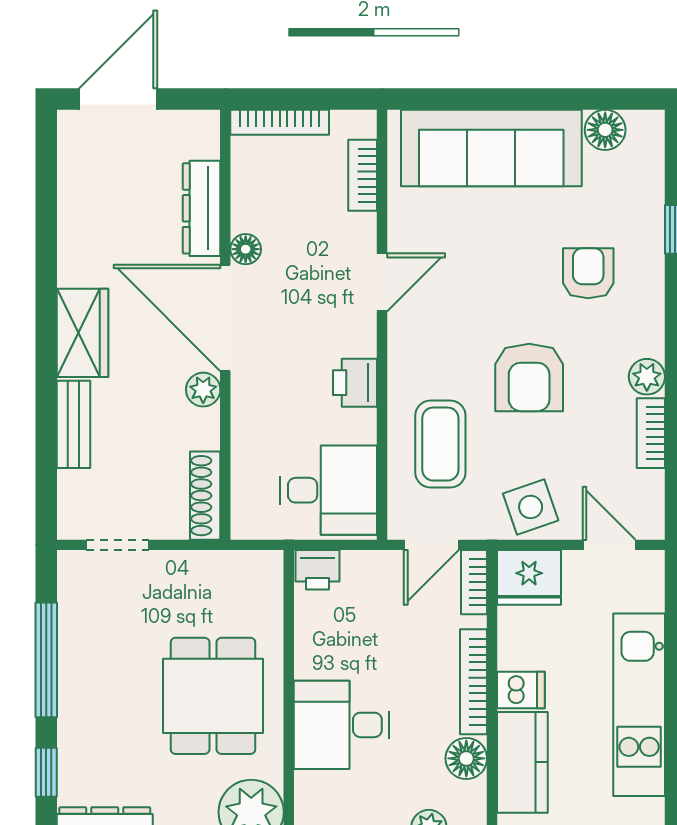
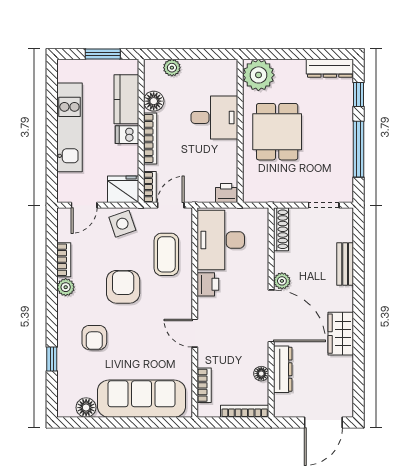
floor lamp: (246, 249) -> (261, 374), moved
door: (382, 282) -> (195, 333), hinge flipped
wardrobe: (82, 333) -> (341, 334), moved
desk: (329, 490) -> (221, 240), width x1.37
door: (609, 545) -> (84, 205), hinge flipped

